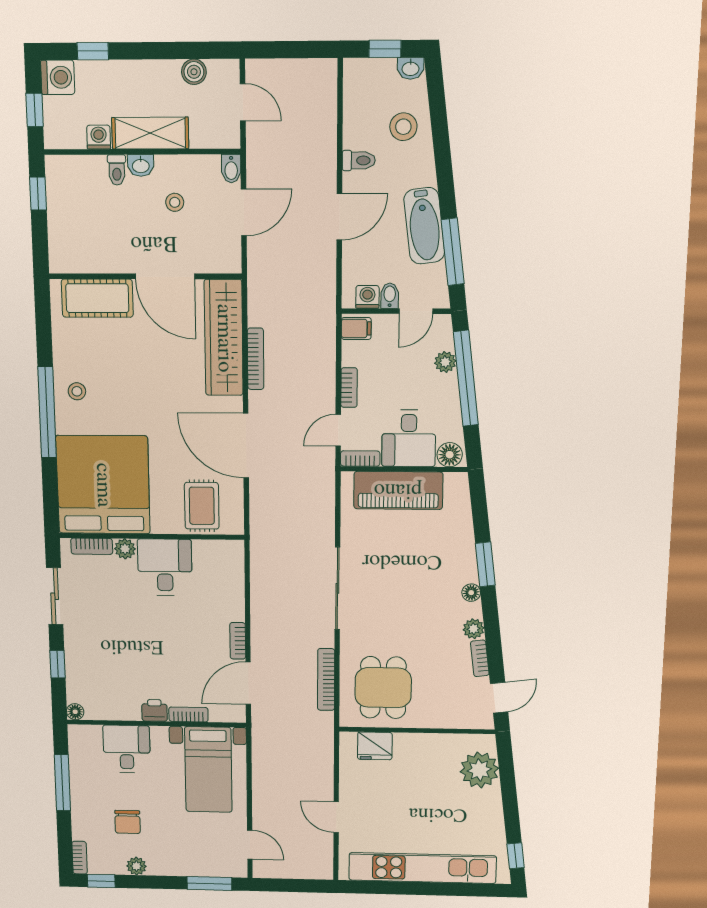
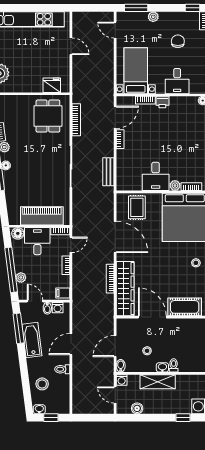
washing machine: (99, 137) -> (122, 380), moved
door: (416, 311) -> (35, 301), hinge flipped
bench: (261, 578) -> (108, 172), added
plant: (136, 866) -> (153, 17), moved

